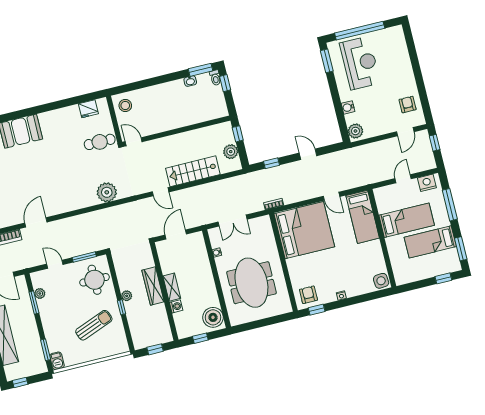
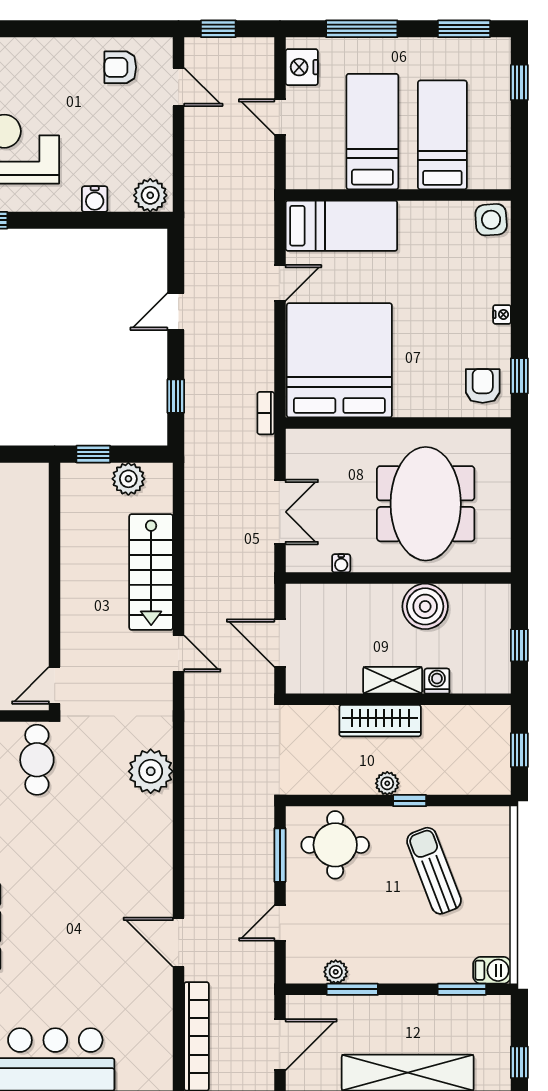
door: (161, 192) -> (179, 654), hinge flipped
bed: (430, 242) -> (442, 135), moved, turned 180
meeting table: (251, 283) -> (426, 504), turned 90
armchair: (308, 295) -> (483, 386), turned 90
boiler: (213, 317) -> (425, 606), moved

